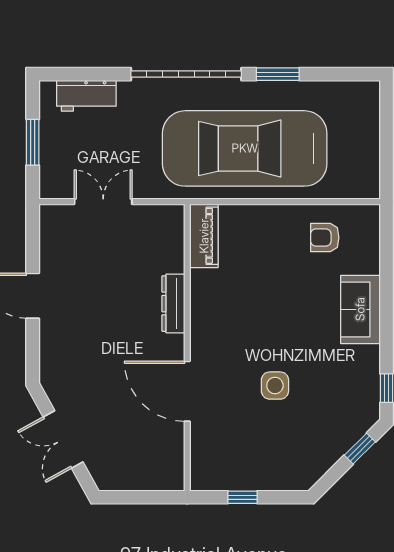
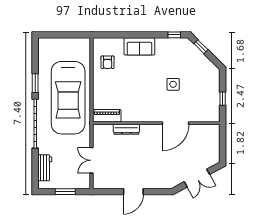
dresser: (173, 304) -> (126, 129), moved

